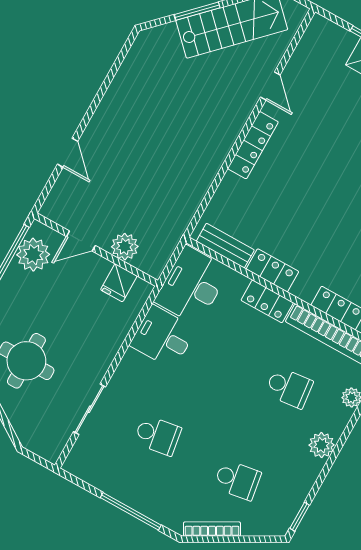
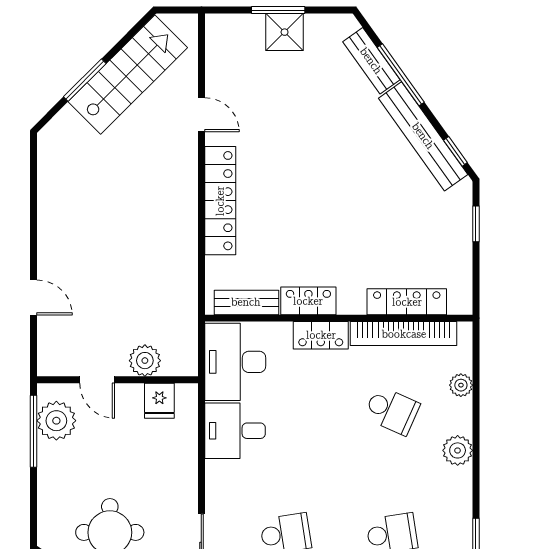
locker: (253, 145) -> (220, 201), width x1.41, depth x1.21
door: (81, 241) -> (97, 380), hinge flipped
school desk: (289, 388) -> (392, 411), turned 30

